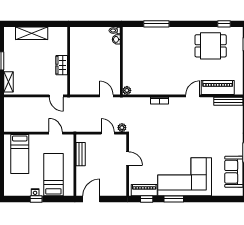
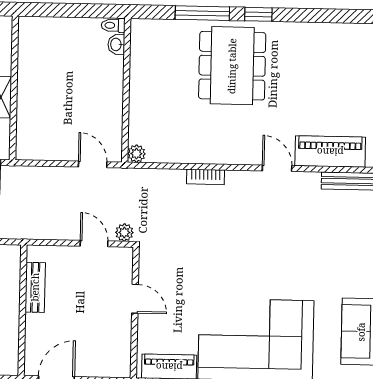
window: (224, 24) -> (258, 14), moved
dining table: (211, 46) -> (232, 66), moved, width x1.38
door: (193, 96) -> (277, 168), hinge flipped

